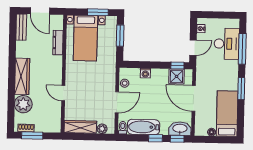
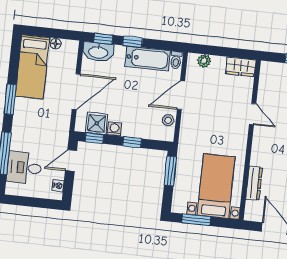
window: (120, 36) -> (170, 171), moved
desk: (227, 44) -> (24, 168), width x0.73
window: (150, 65) -> (132, 142), added
washing machine: (145, 73) -> (114, 129), moved
door: (194, 98) -> (76, 92), hinge flipped
wardrobe: (80, 127) -> (241, 67), width x0.67

